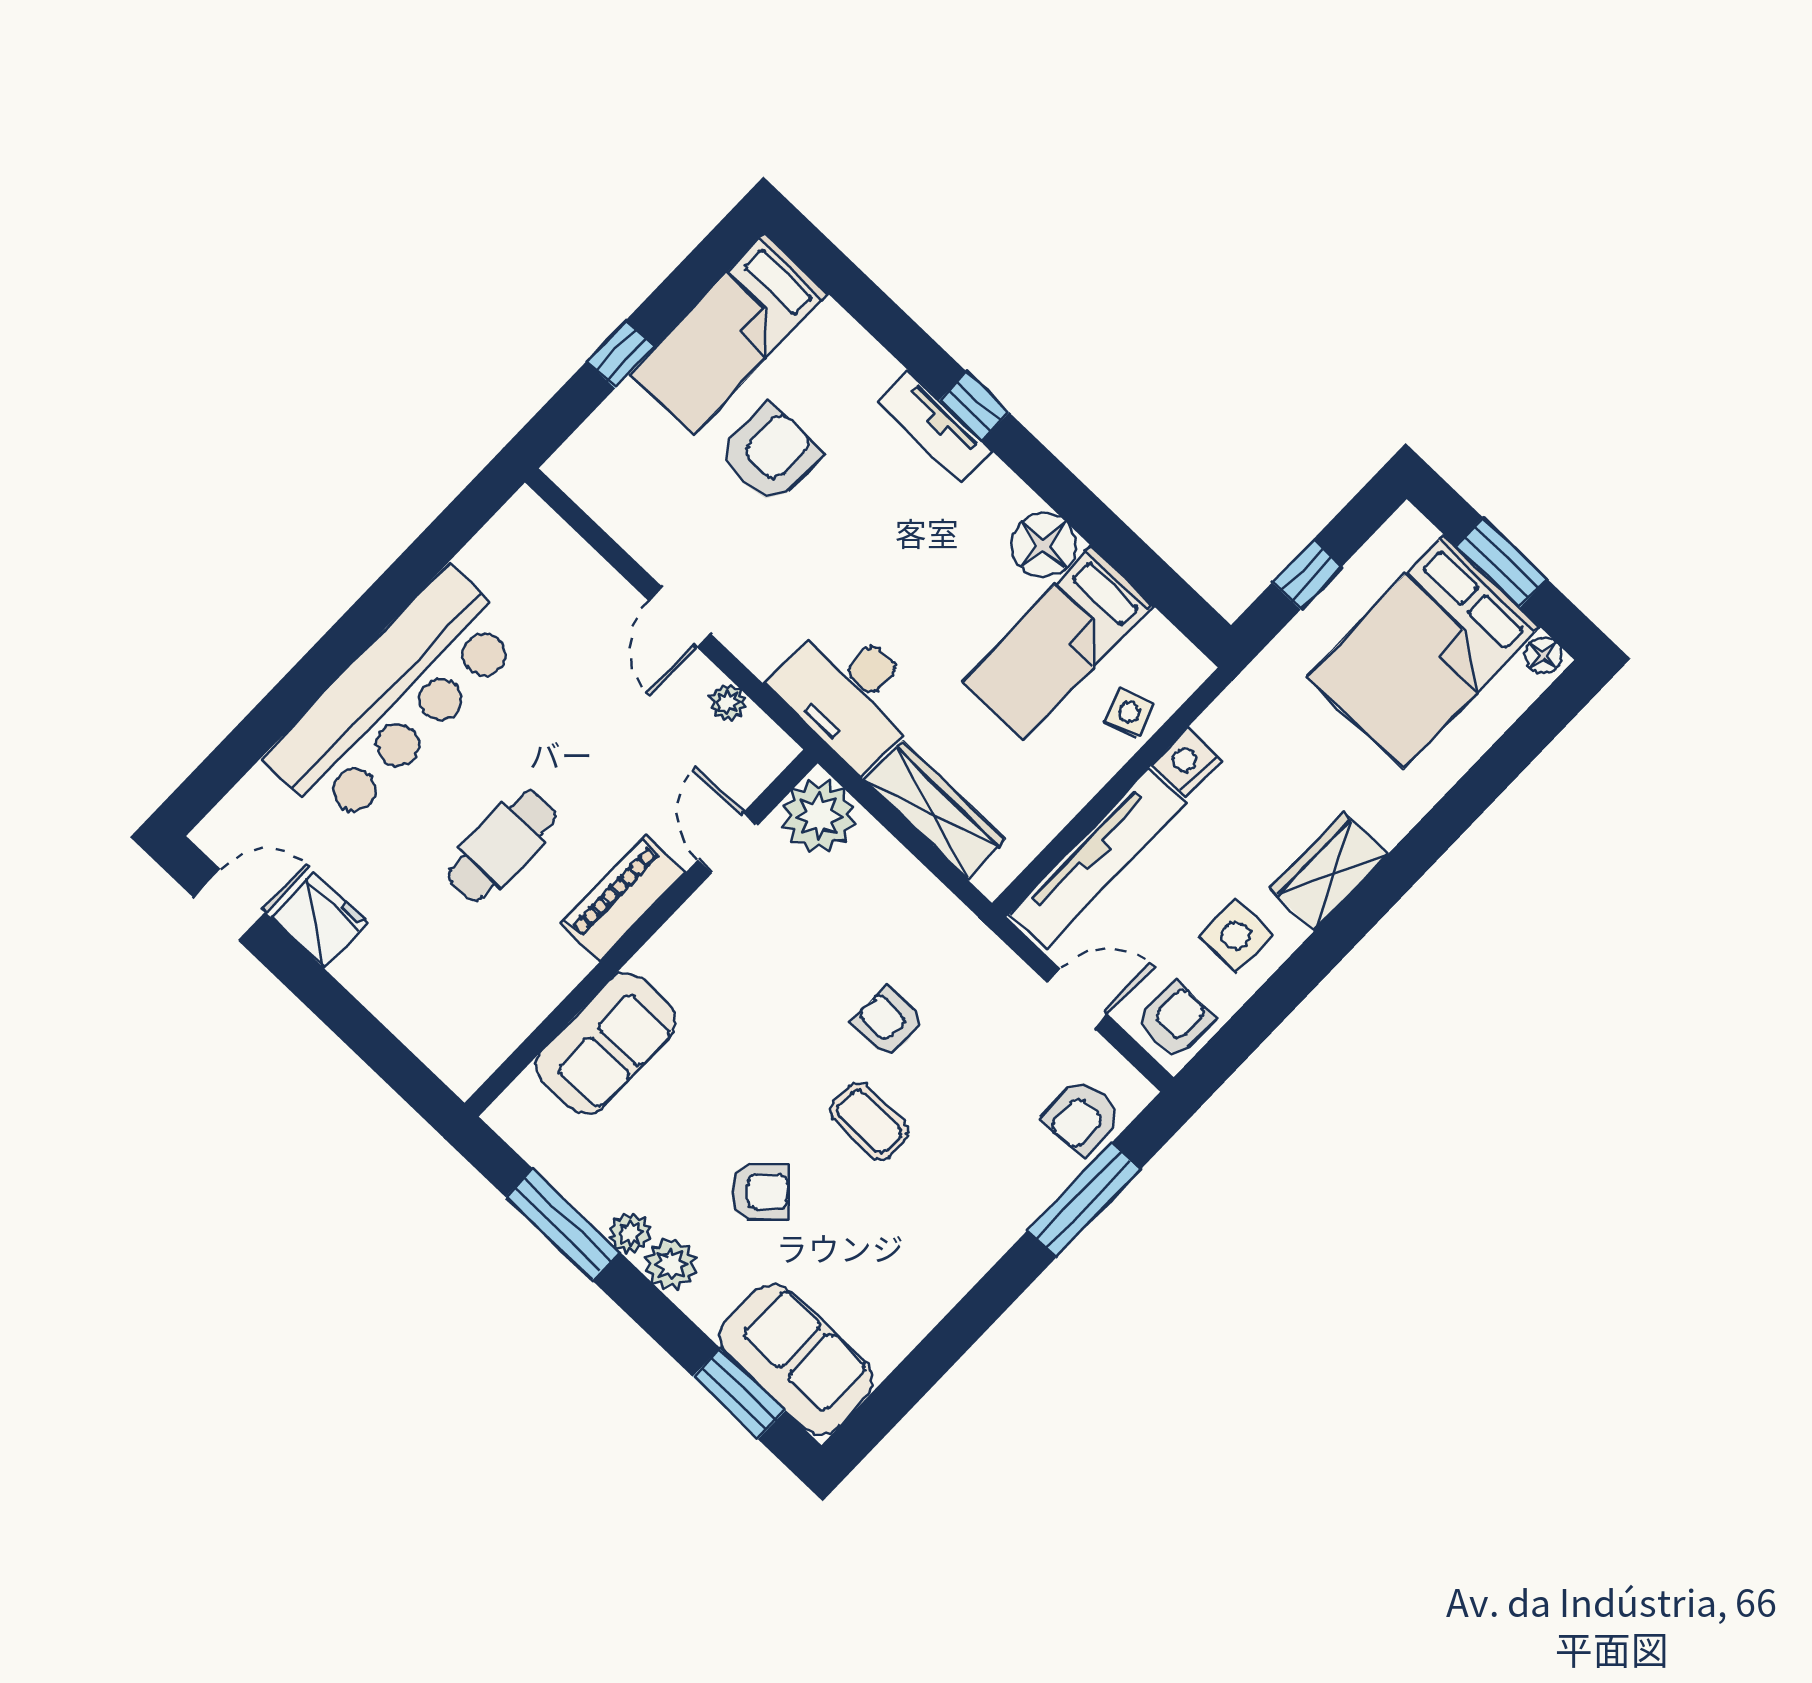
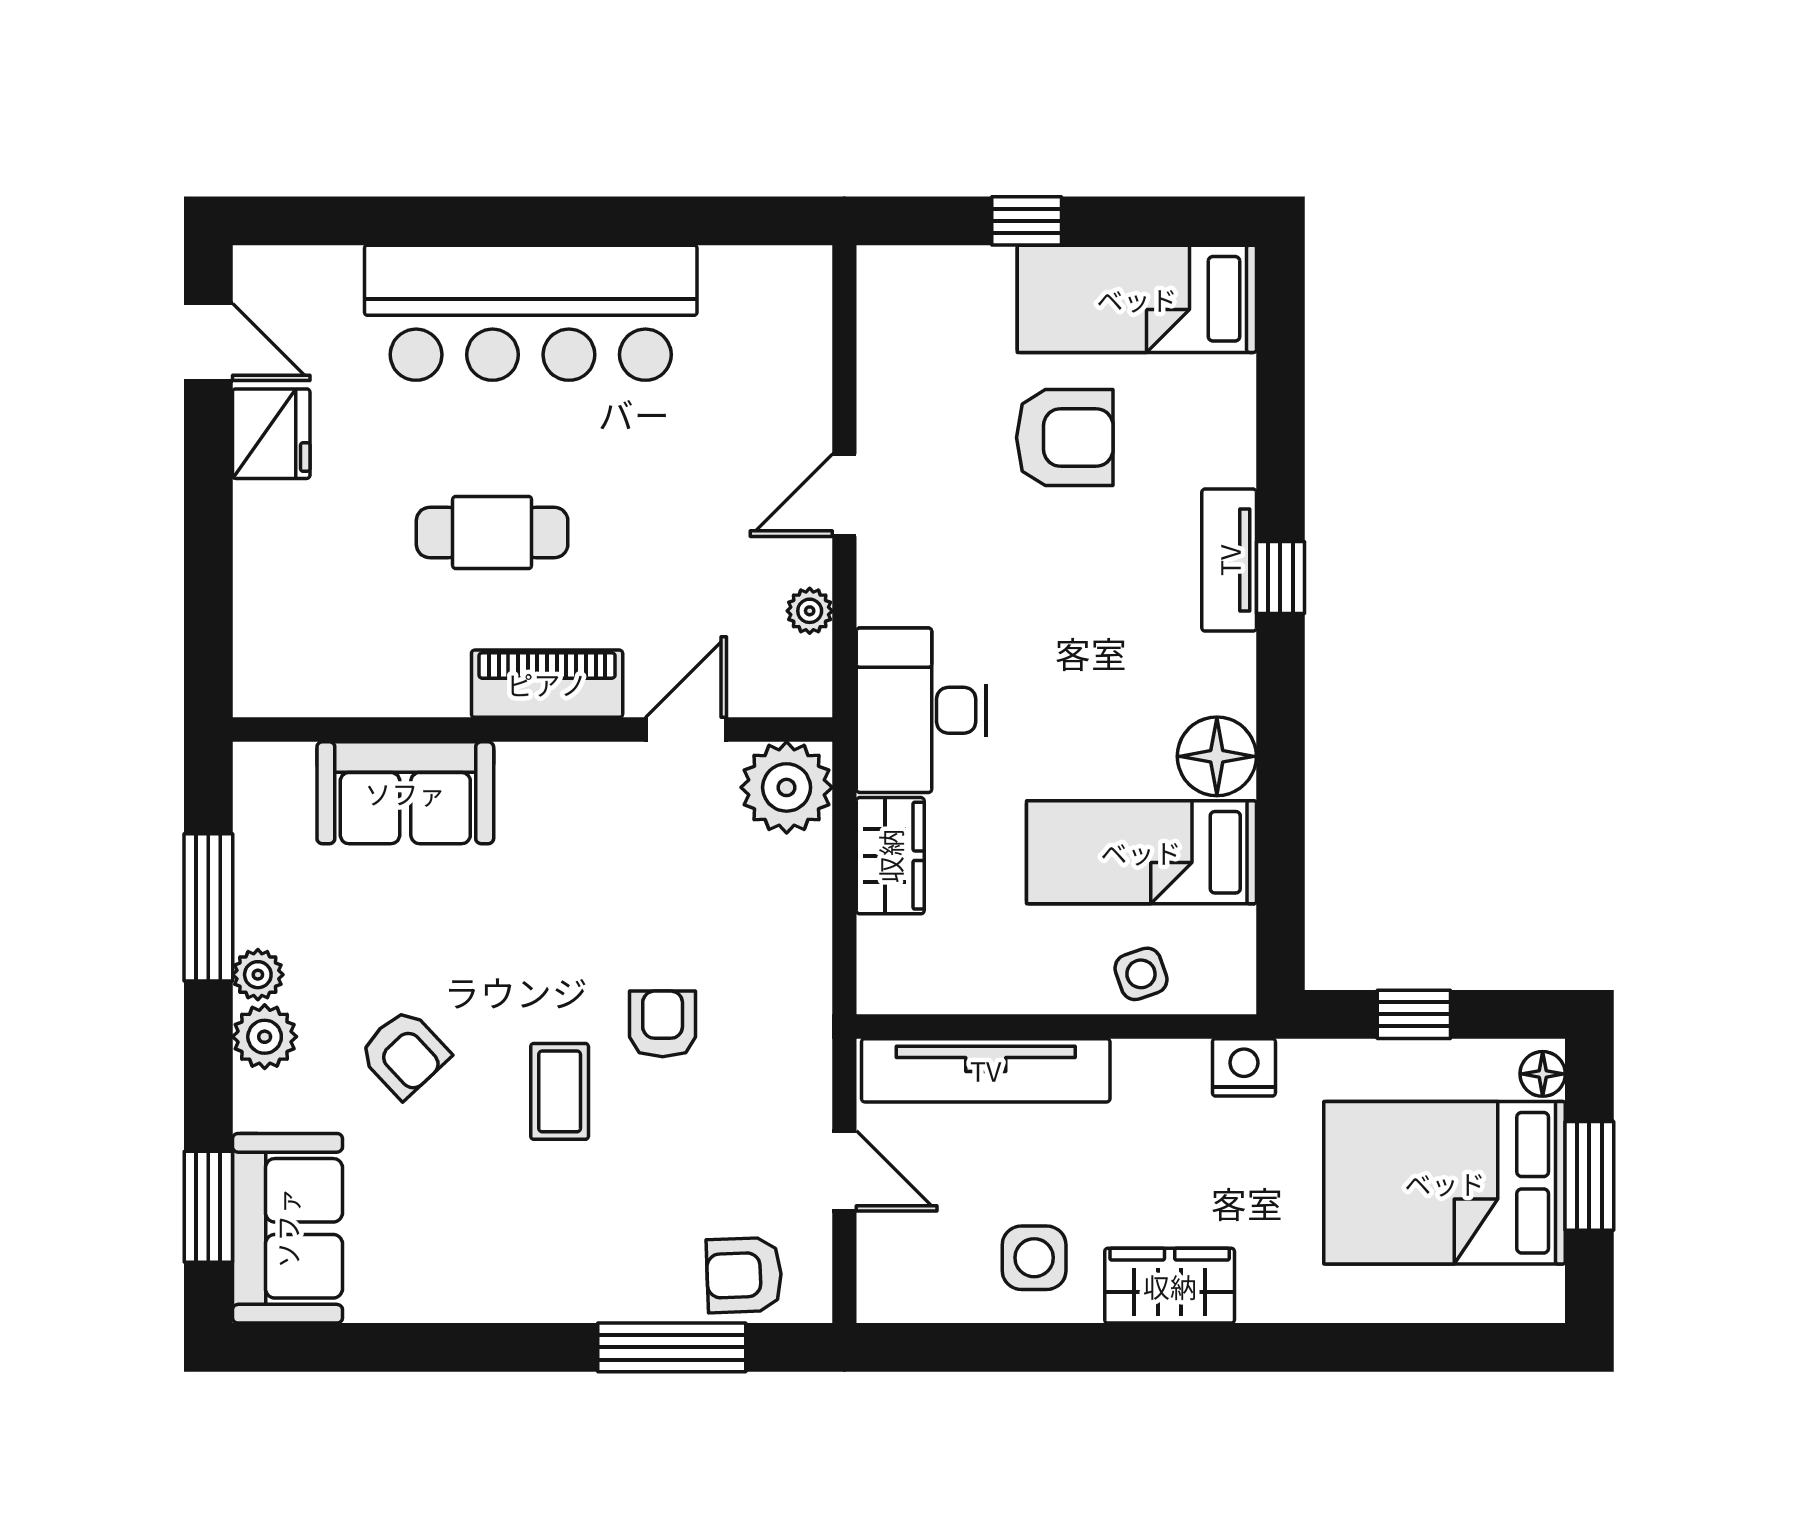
floor lamp: (1543, 655) -> (1543, 1074), moved
nightstand: (1187, 762) -> (1244, 1067), moved
wardrobe: (935, 810) -> (890, 856), width x0.67
armchair: (1175, 1020) -> (909, 1275), removed

